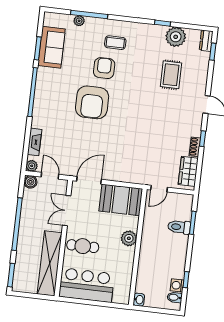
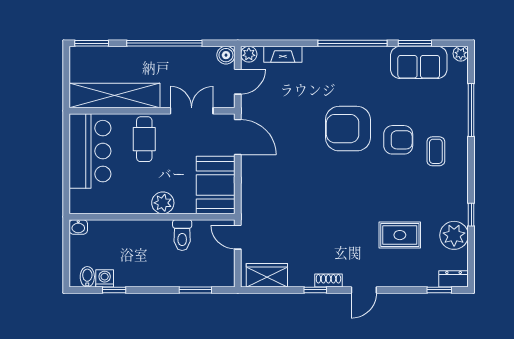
plant: (79, 21) -> (461, 54), moved
shoe rack: (195, 147) -> (328, 280), moved
toilet: (179, 227) -> (182, 235), moved, turned 180

